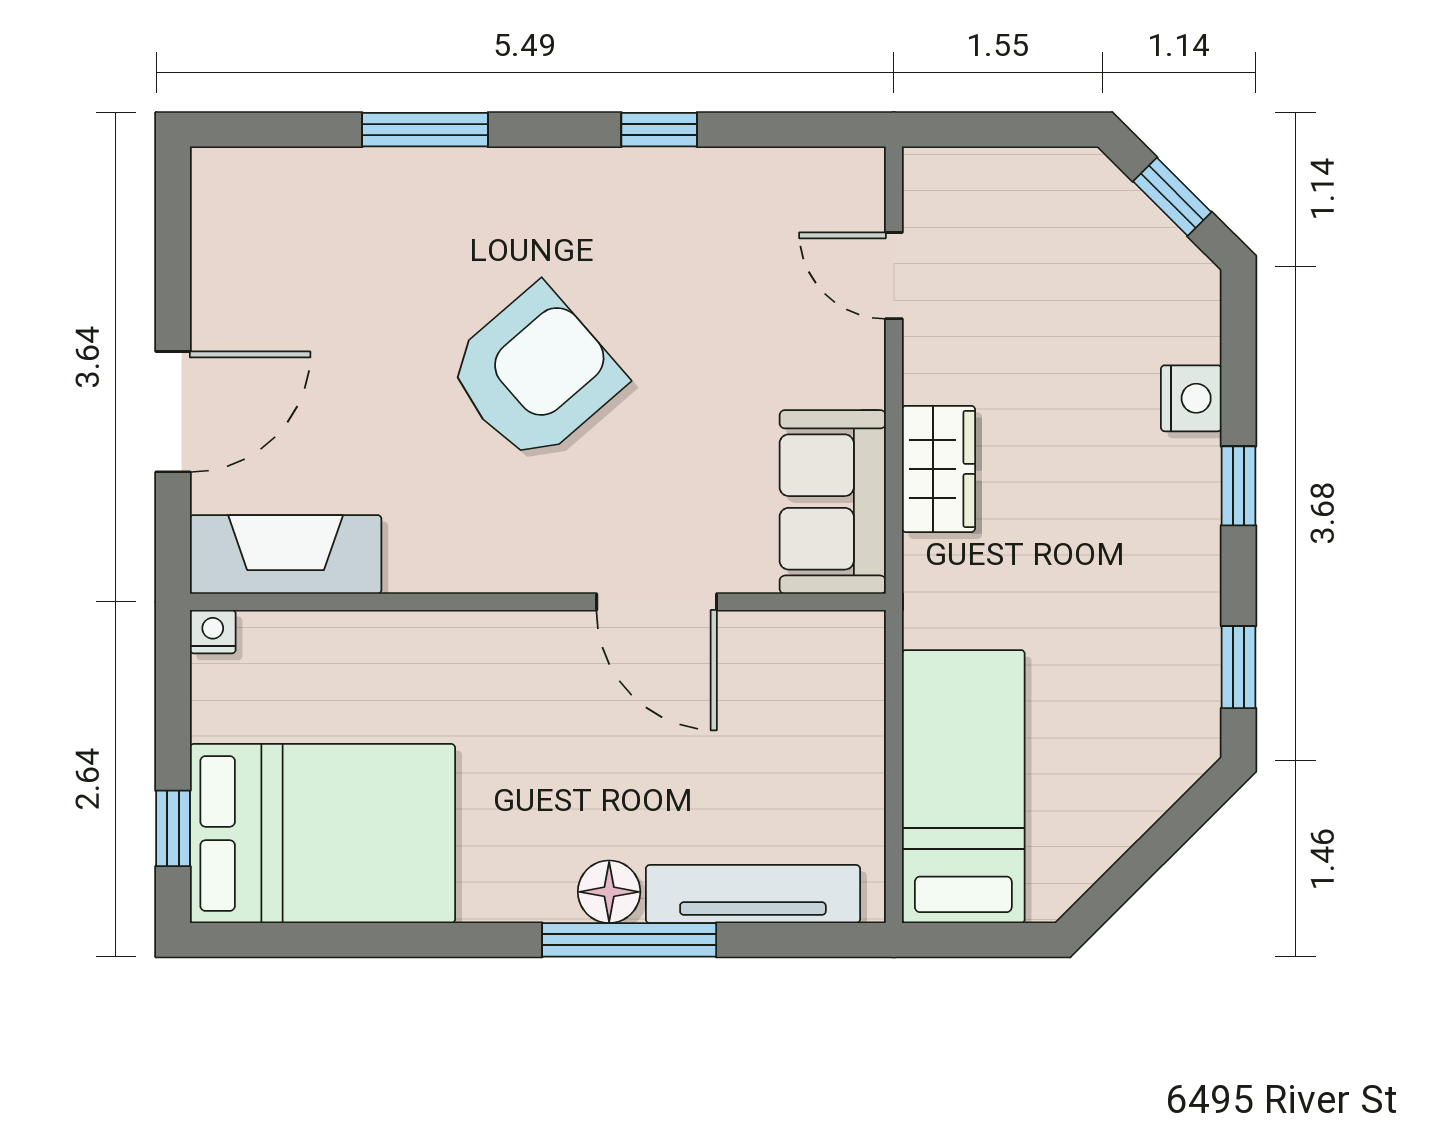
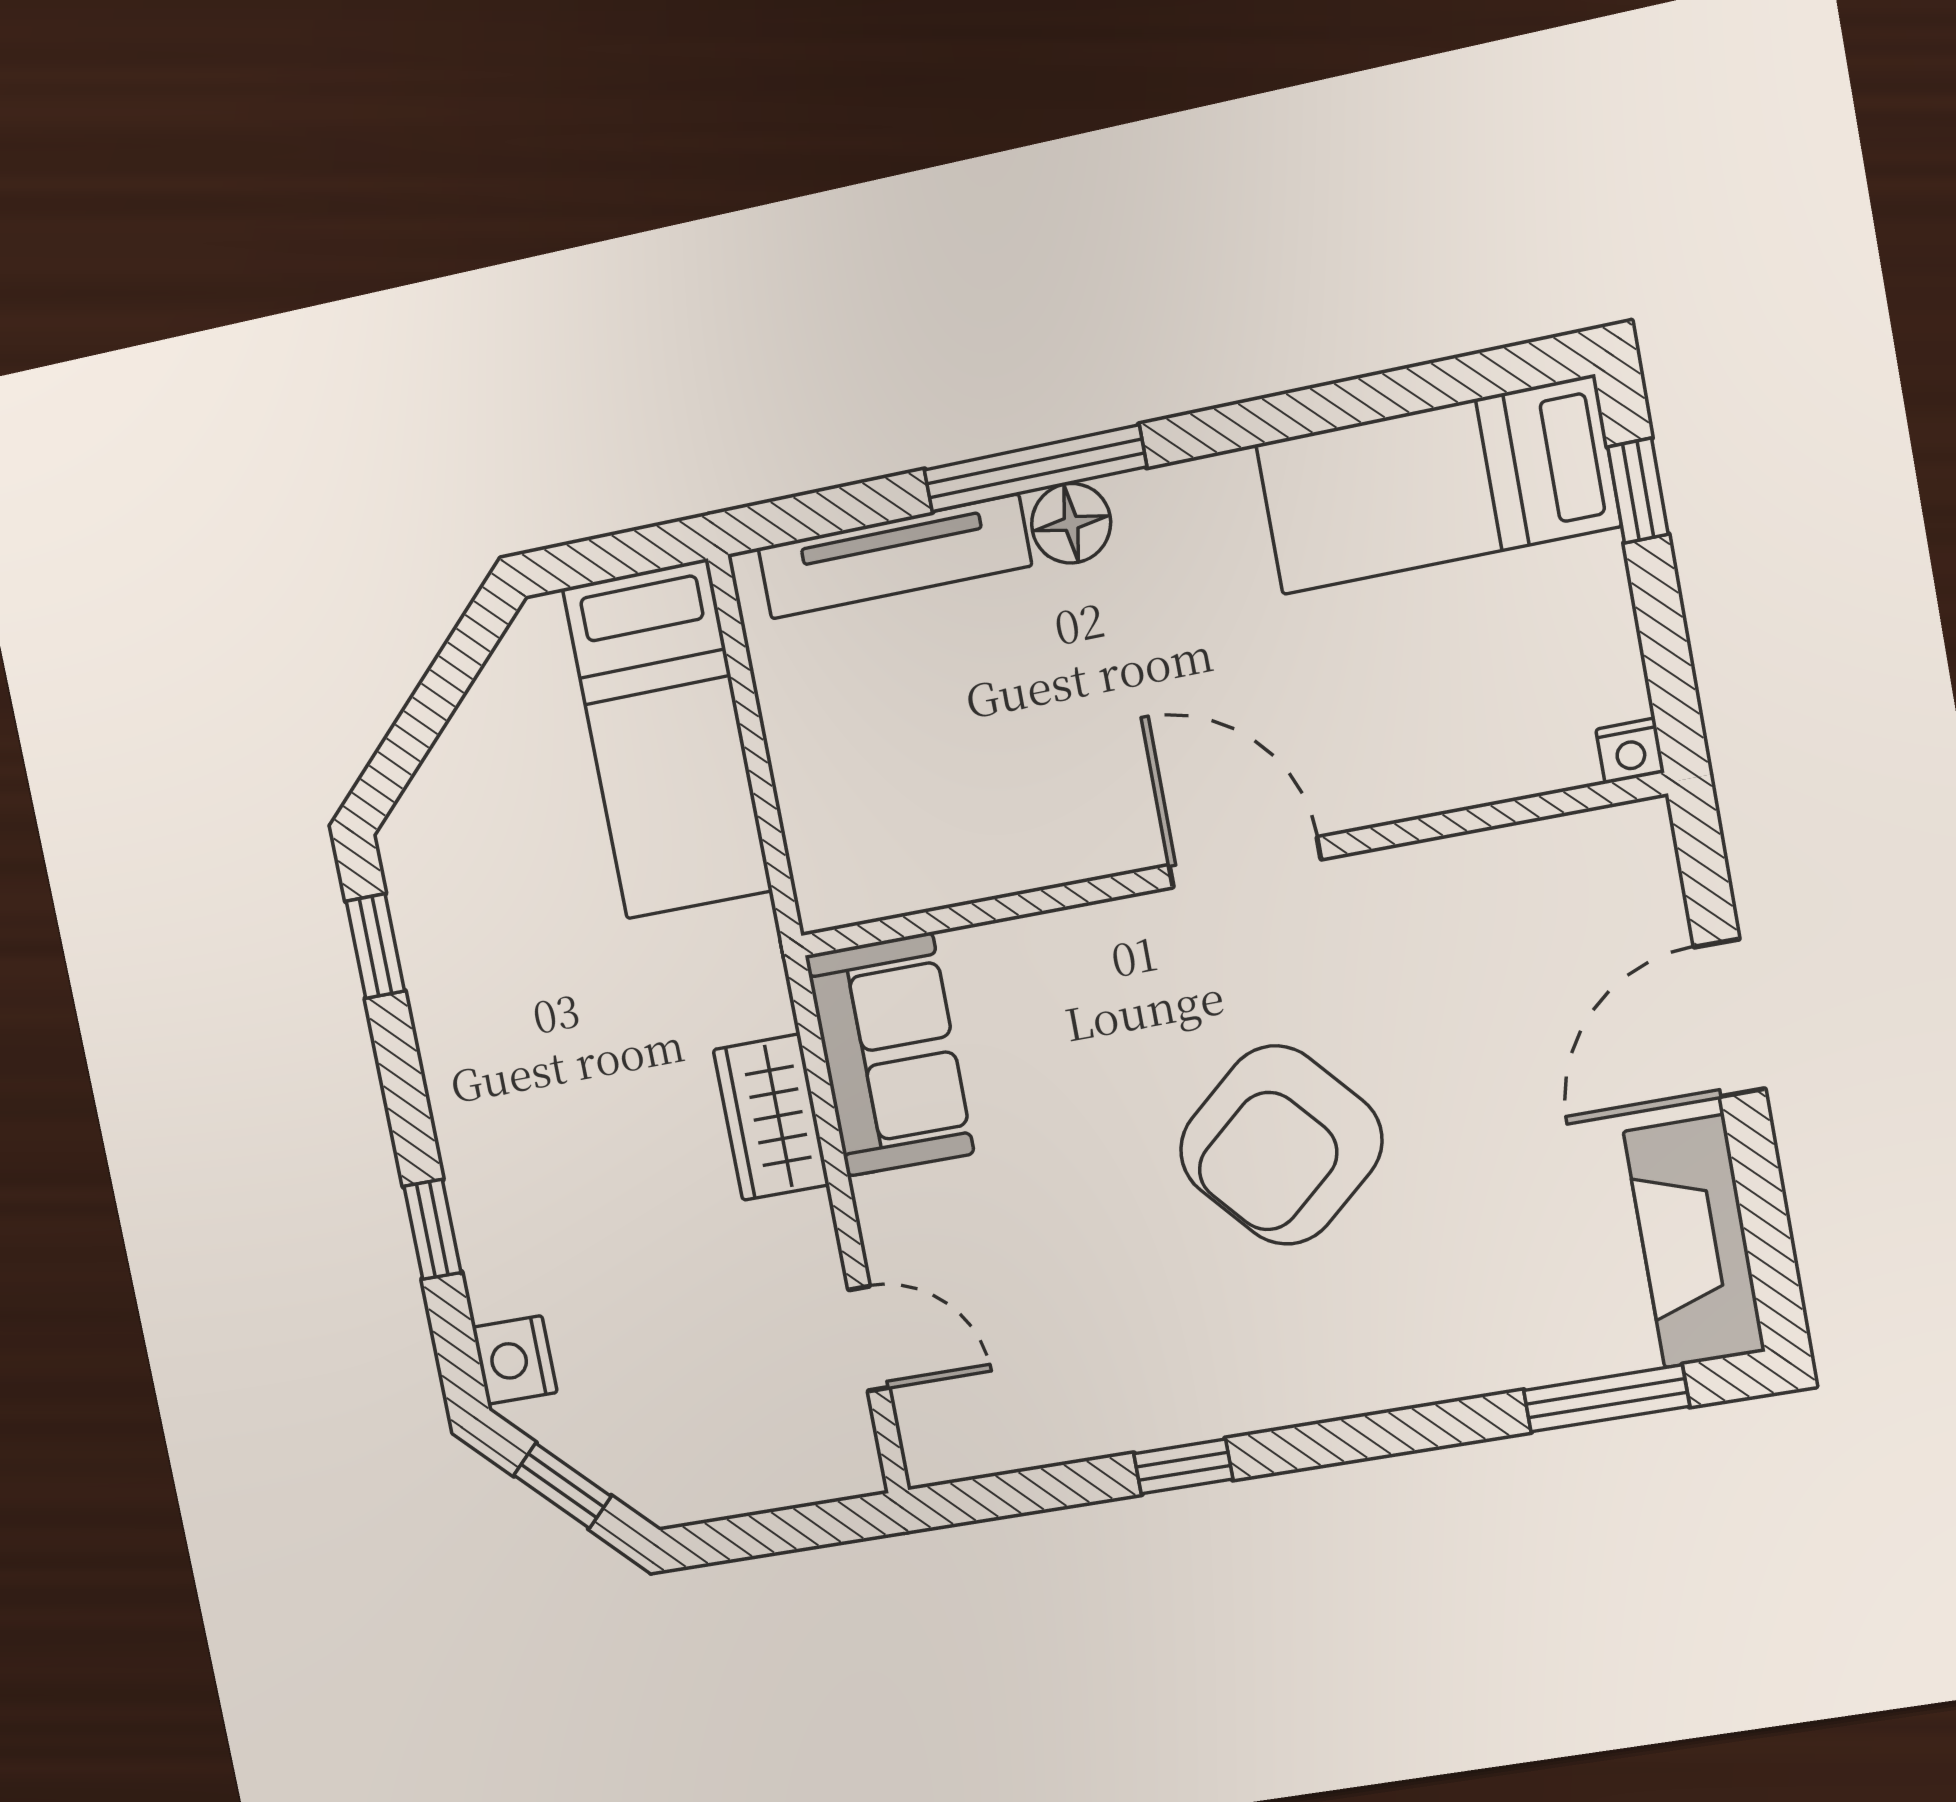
window: (425, 130) -> (1606, 1398), moved
nightstand: (1191, 398) -> (515, 1360), moved
window: (1238, 486) -> (432, 1229), moved
fireplace: (286, 554) -> (1694, 1241), moved, turned 90
door: (657, 602) -> (1245, 862), moved
bed: (322, 833) -> (1438, 485), width x0.67

